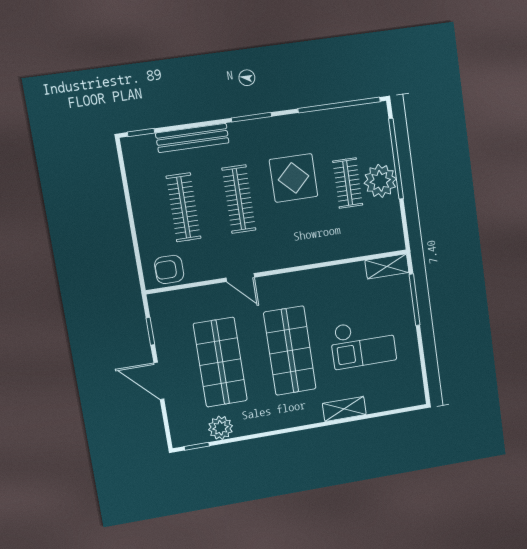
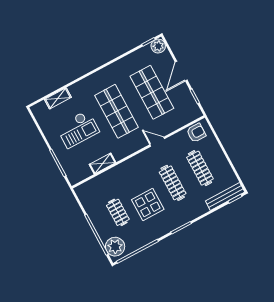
bench: (192, 138) -> (225, 196), moved
plant: (380, 181) -> (115, 247), moved
shelving: (387, 266) -> (102, 163), moved
checkout: (363, 343) -> (78, 129), turned 180
door: (159, 381) -> (181, 71), swing flipped
shelving: (344, 409) -> (58, 98), moved
plant: (220, 428) -> (158, 46), moved

